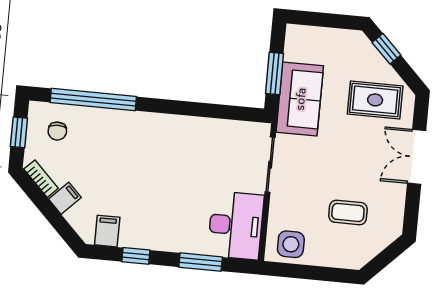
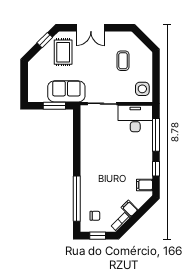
window: (386, 49) -> (45, 40), moved
window: (201, 262) -> (156, 135), width x1.44

